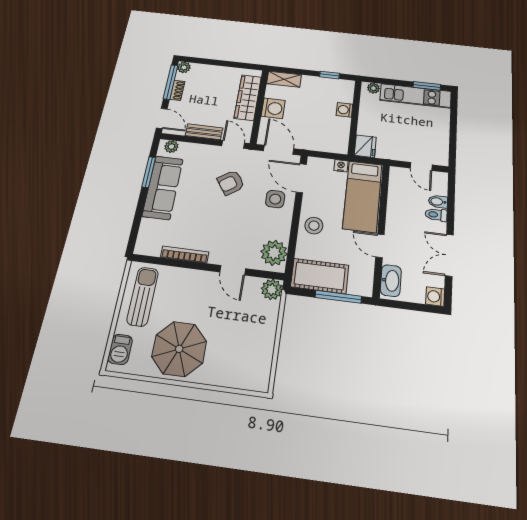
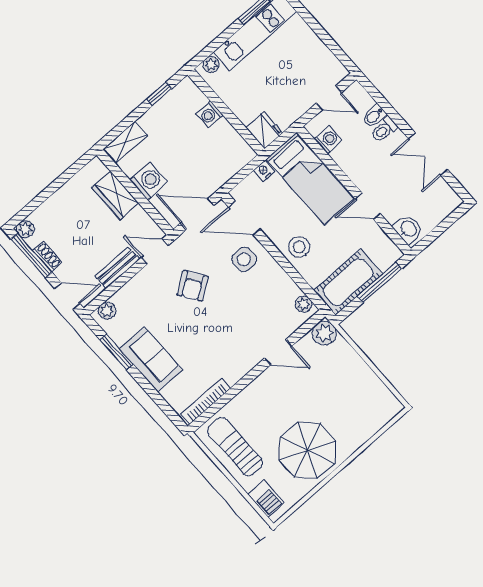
wardrobe: (248, 98) -> (115, 195), width x0.67
sofa: (163, 187) -> (151, 359), width x0.73
plant: (274, 253) -> (304, 304), width x0.53, depth x0.53
bookcase: (185, 255) -> (206, 401), moved
washbasin: (391, 281) -> (408, 229), width x0.72
washing machine: (435, 297) -> (328, 140), moved, turned 180

